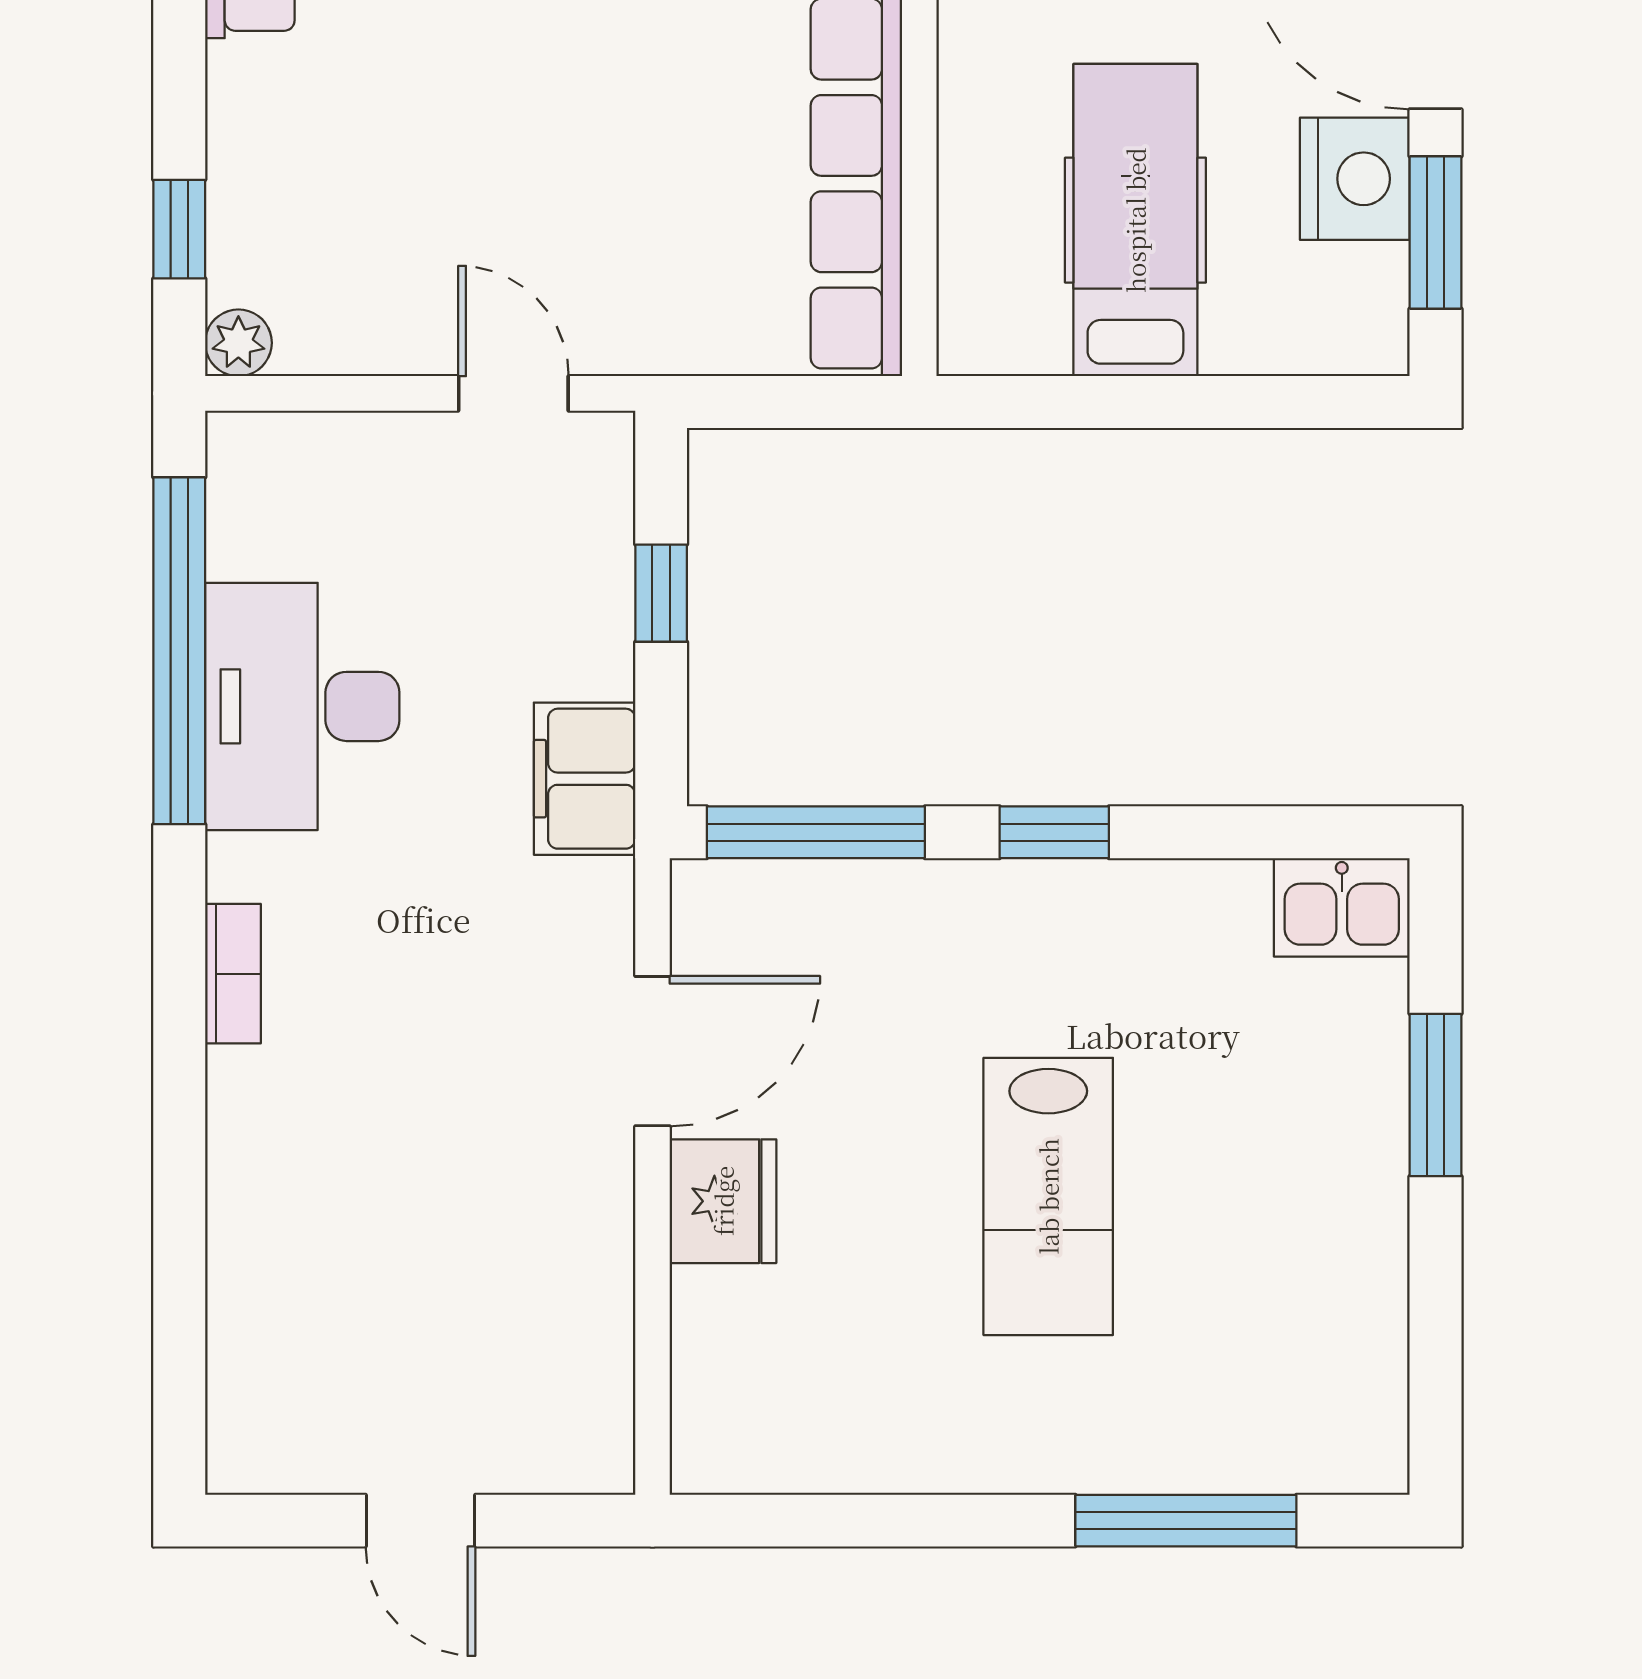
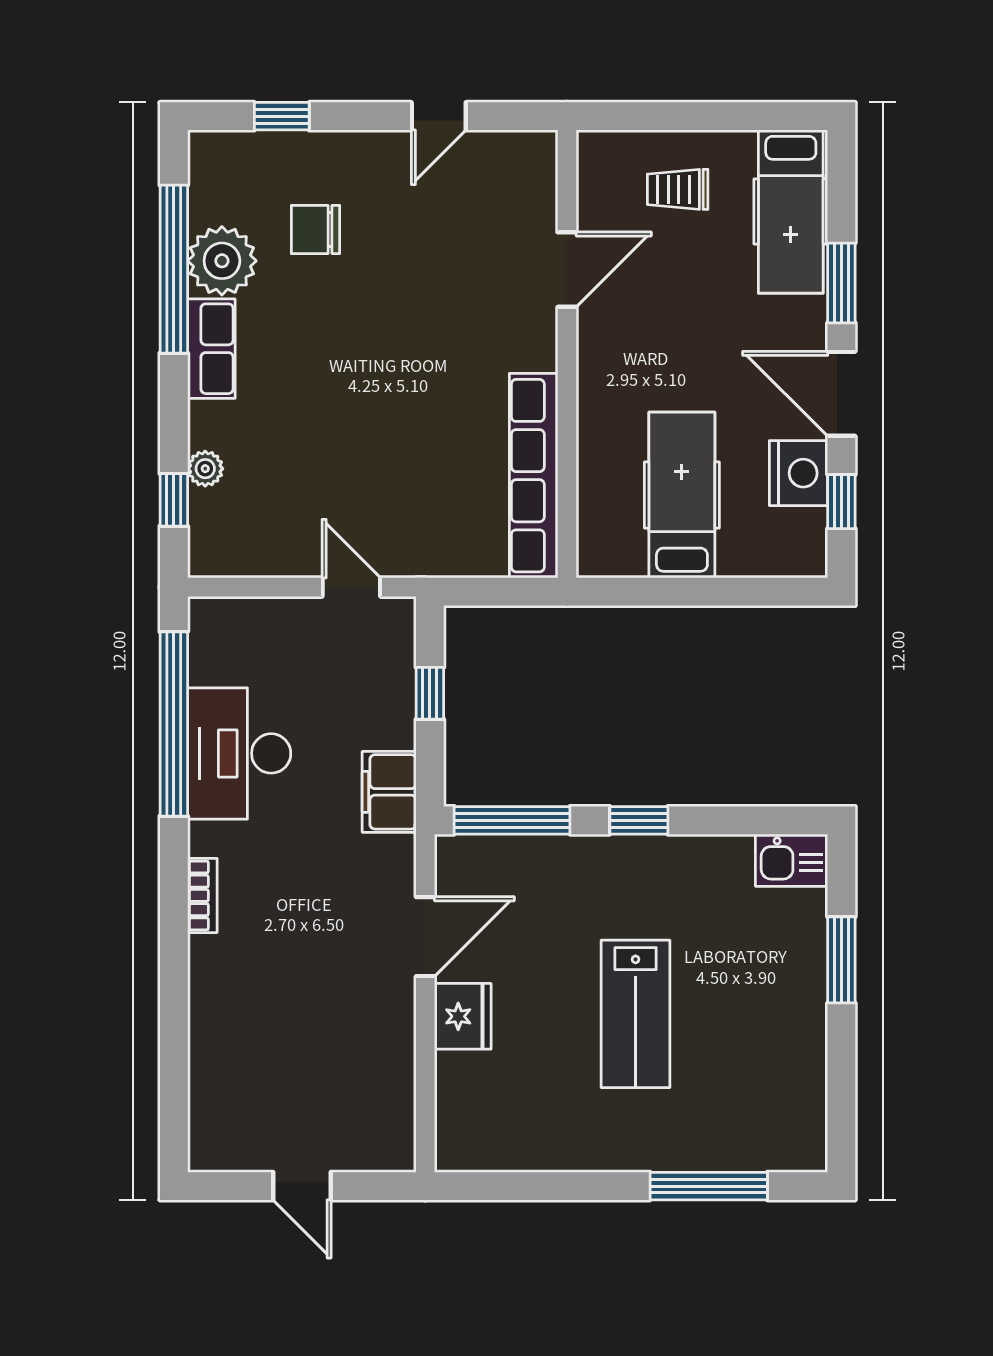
window: (1436, 232) -> (841, 502), width x0.67
plant: (238, 343) -> (205, 469), moved

